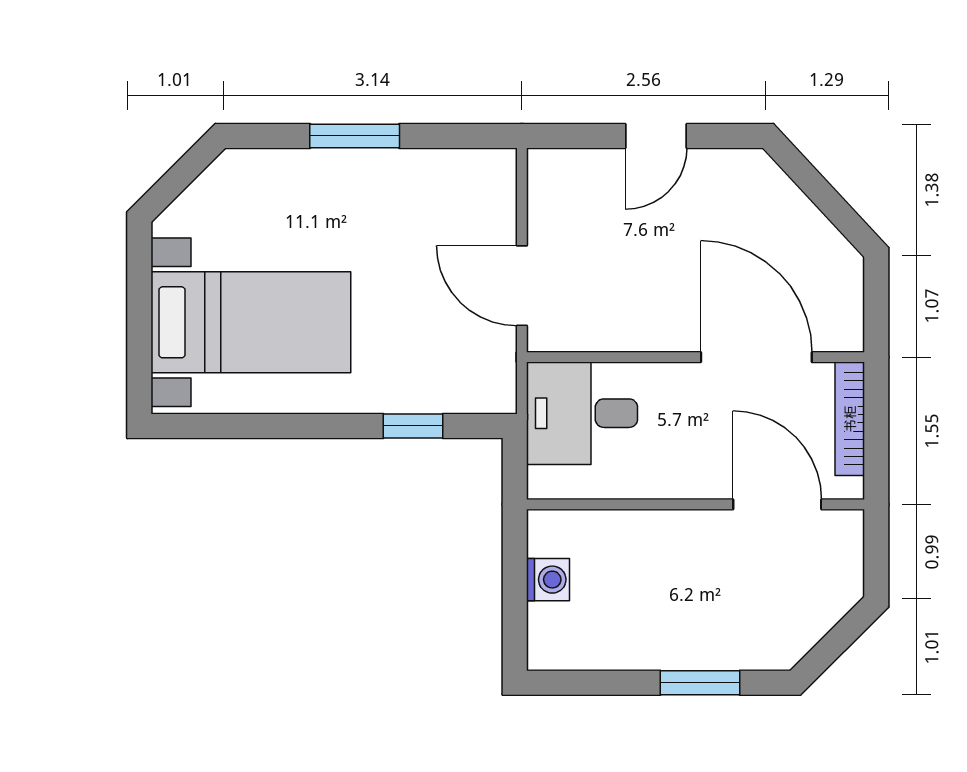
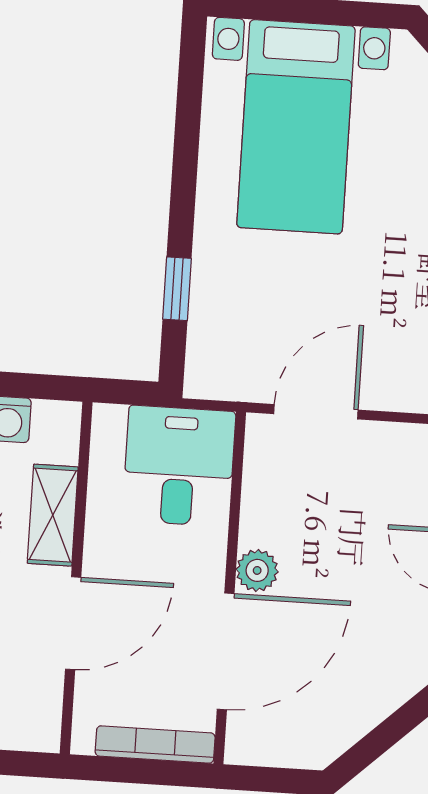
plant: (677, 332) -> (257, 570), added
door: (777, 504) -> (73, 623), moved
shelving: (637, 531) -> (53, 515), added

